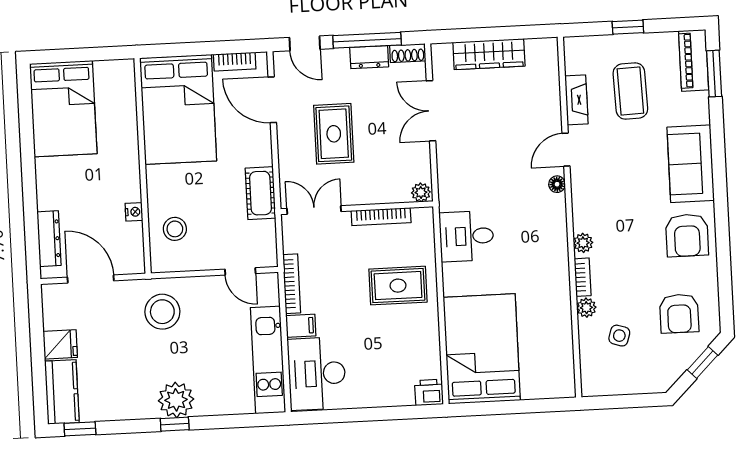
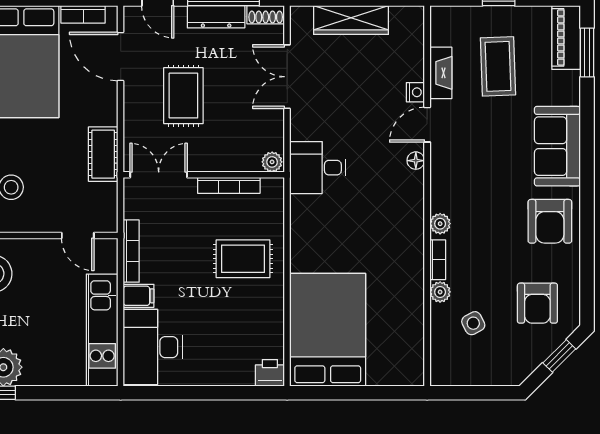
dresser: (369, 57) -> (216, 17), width x1.44
nightstand: (553, 119) -> (415, 92), added
desk: (467, 236) -> (318, 168), moved
side table: (619, 336) -> (473, 323), turned 45

